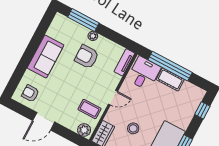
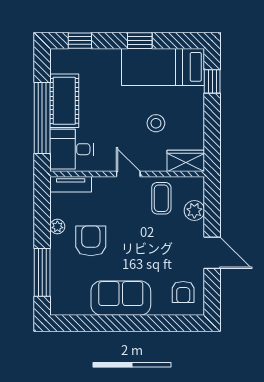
plant: (93, 36) -> (57, 226), moved
armchair: (87, 57) -> (91, 241), turned 180
cot: (170, 79) -> (64, 101), width x1.37, depth x1.34
plant: (84, 130) -> (194, 211), moved

